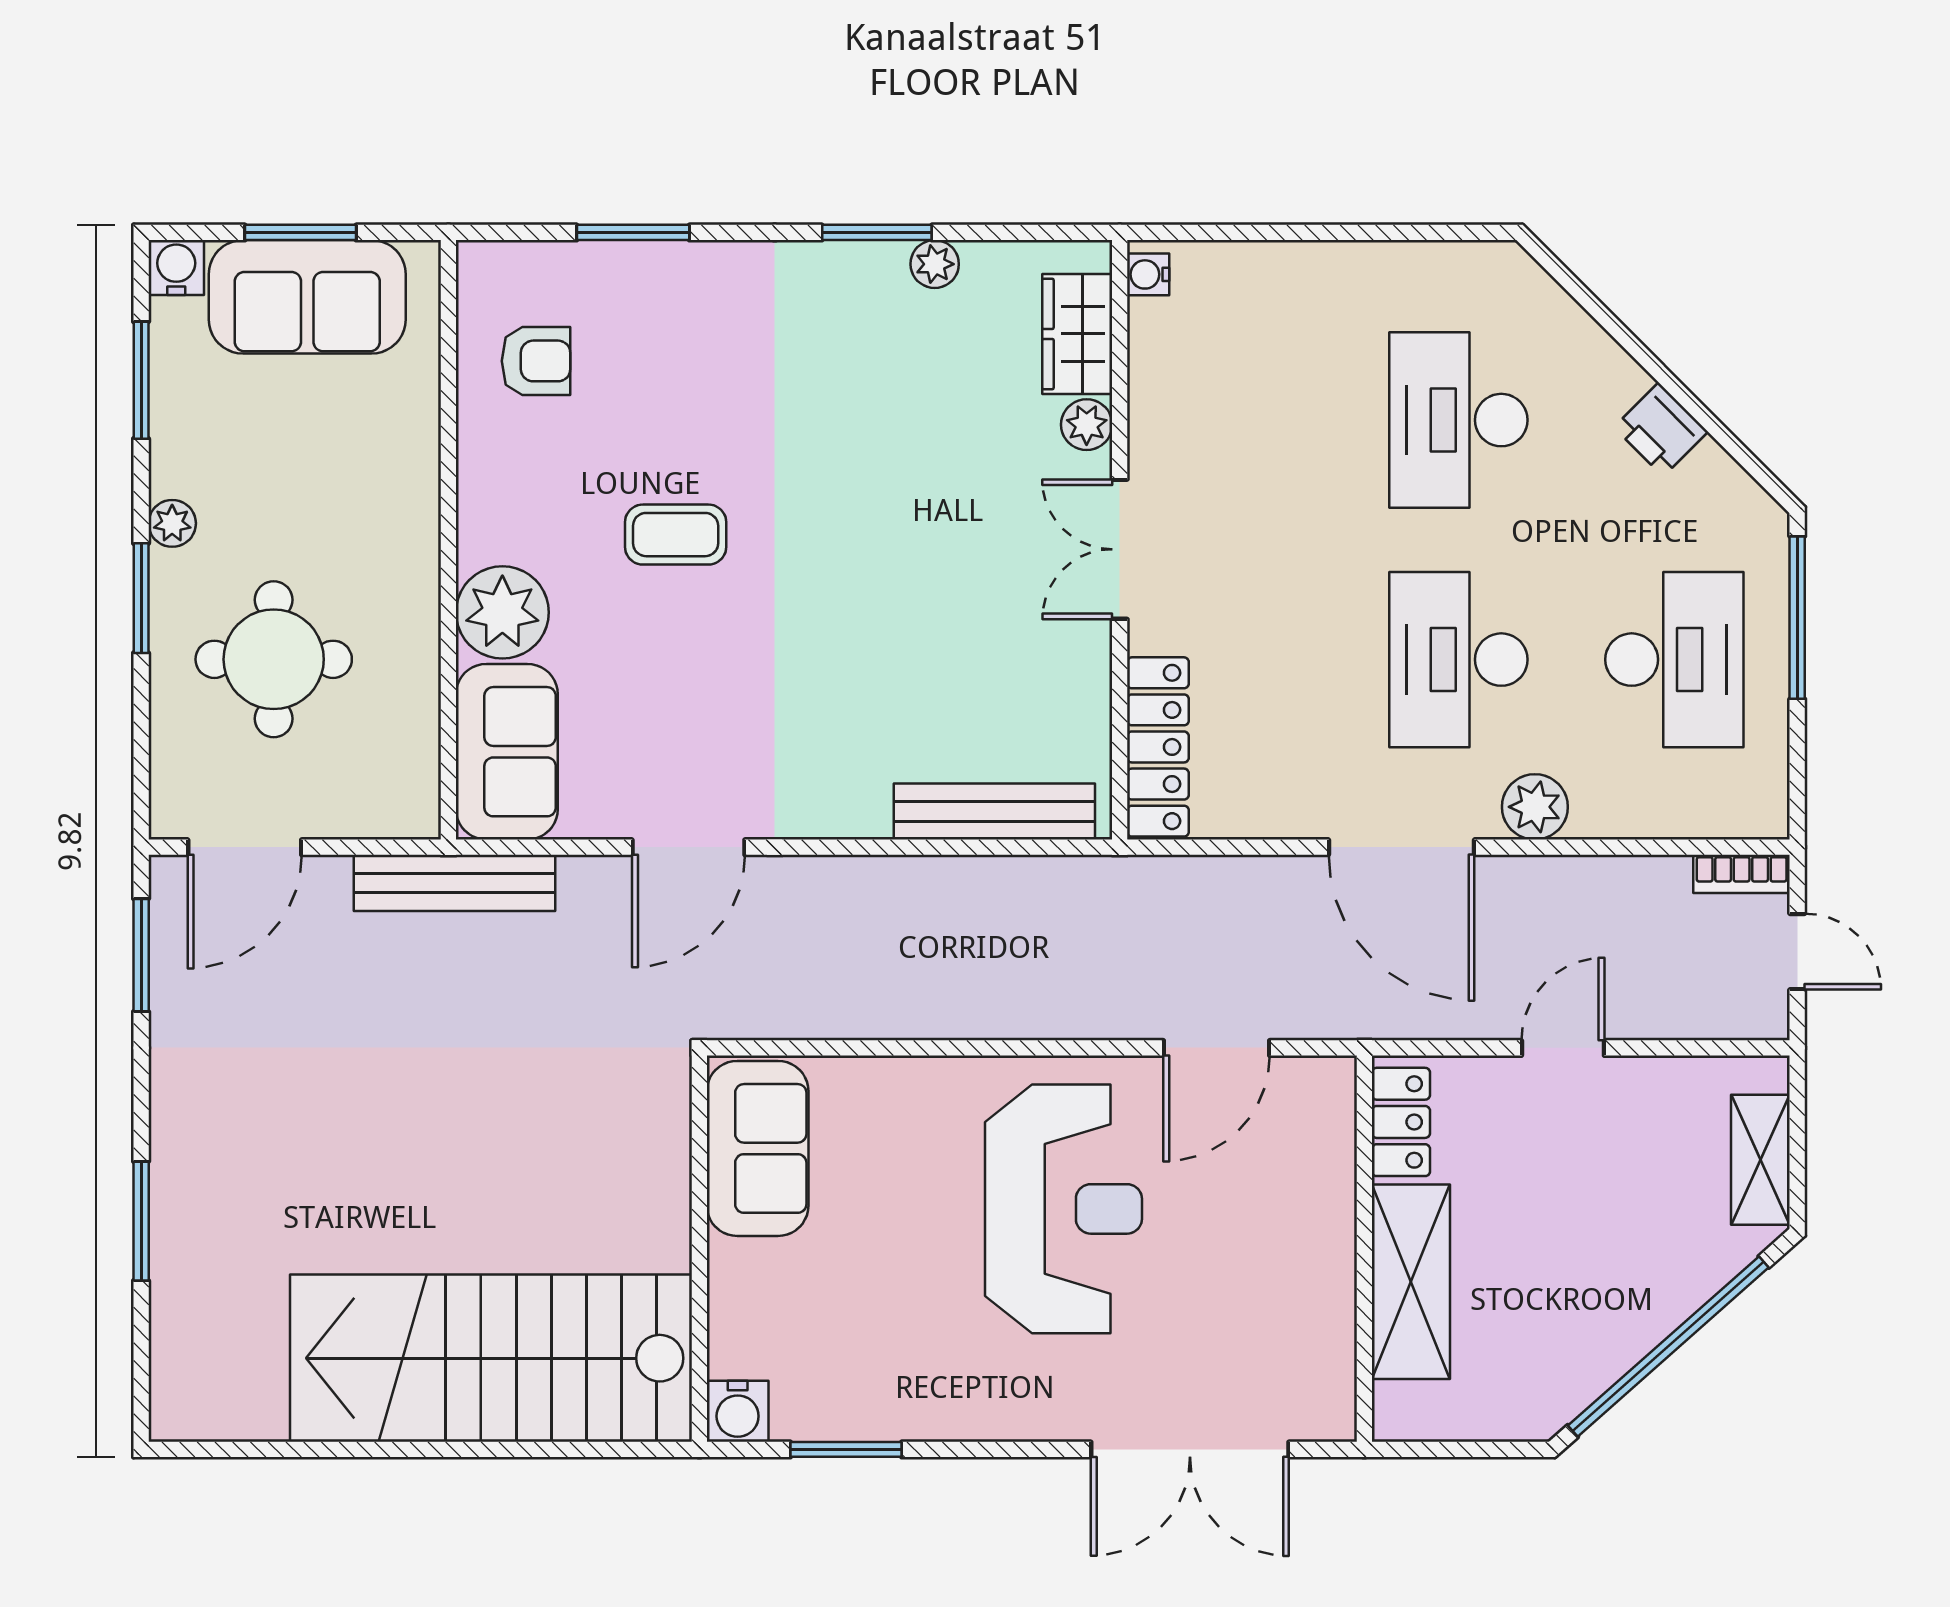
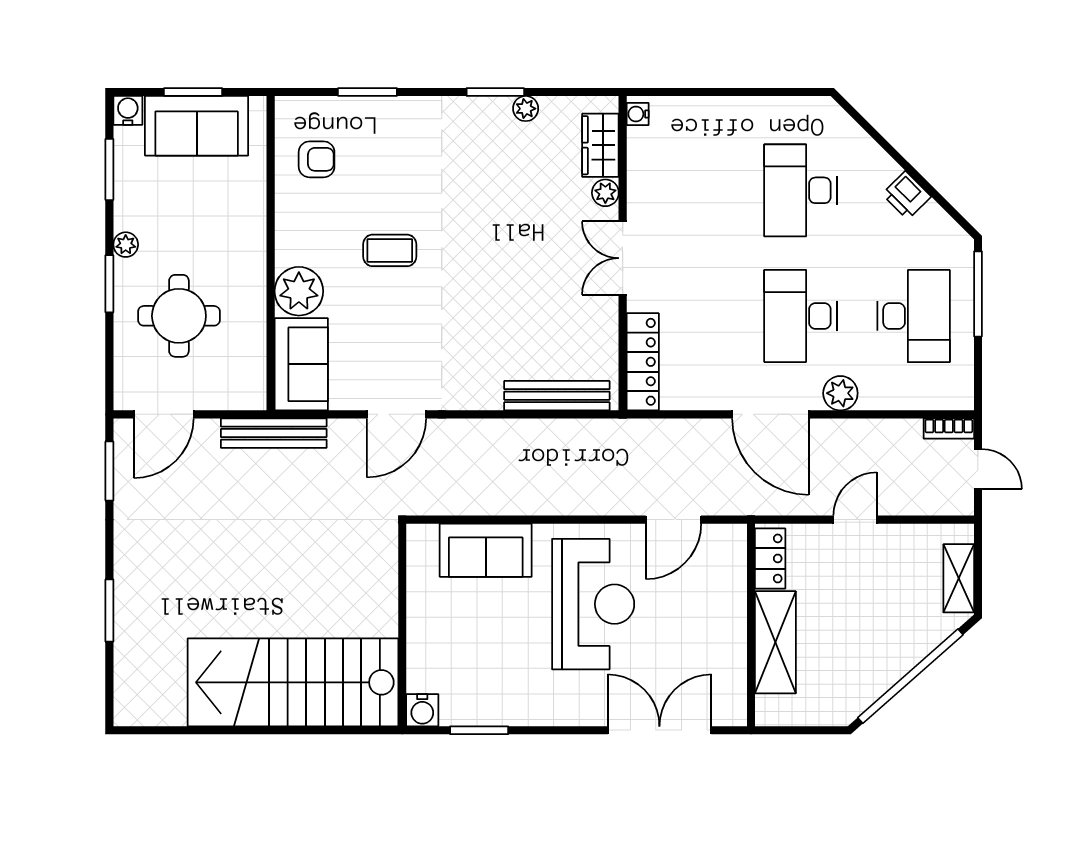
sofa: (758, 1148) -> (486, 550), moved, turned 90
double door: (1190, 1449) -> (659, 730), swing flipped

